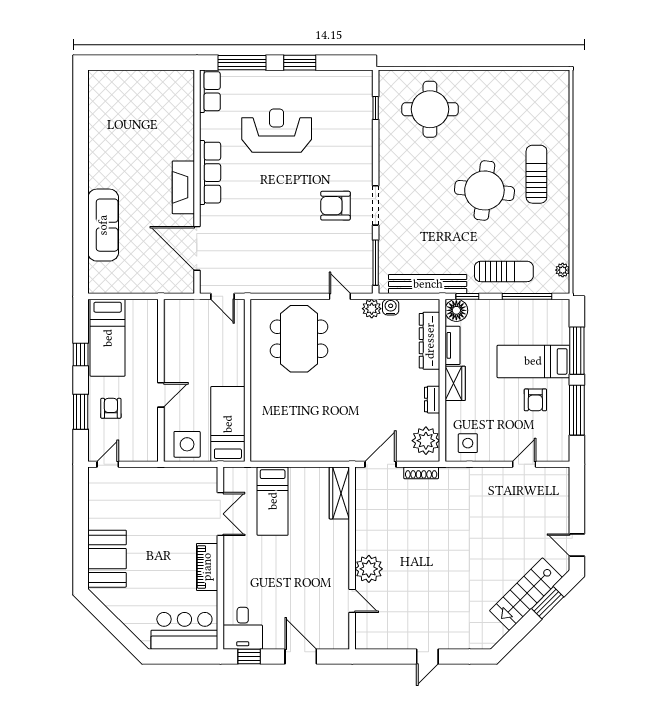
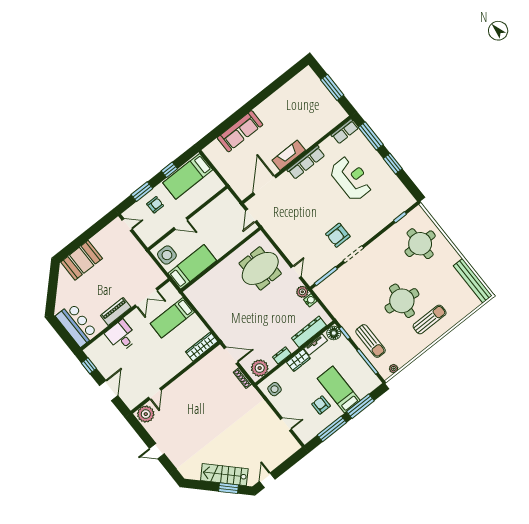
window: (141, 63) -> (332, 87), added
armchair: (335, 206) -> (338, 235), turned -90
bench: (428, 284) -> (473, 281), moved
armchair: (535, 400) -> (321, 405), turned 90
plant: (369, 569) -> (146, 414), moved
desk: (243, 628) -> (121, 336), moved, turned 90

